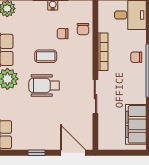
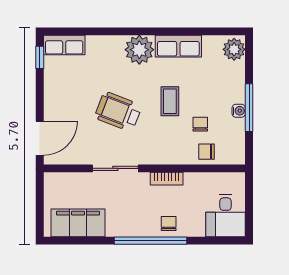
bookcase: (103, 52) -> (167, 179), width x0.64
wheelchair: (44, 86) -> (118, 112), moved, turned -69
window: (37, 153) -> (40, 57), moved

